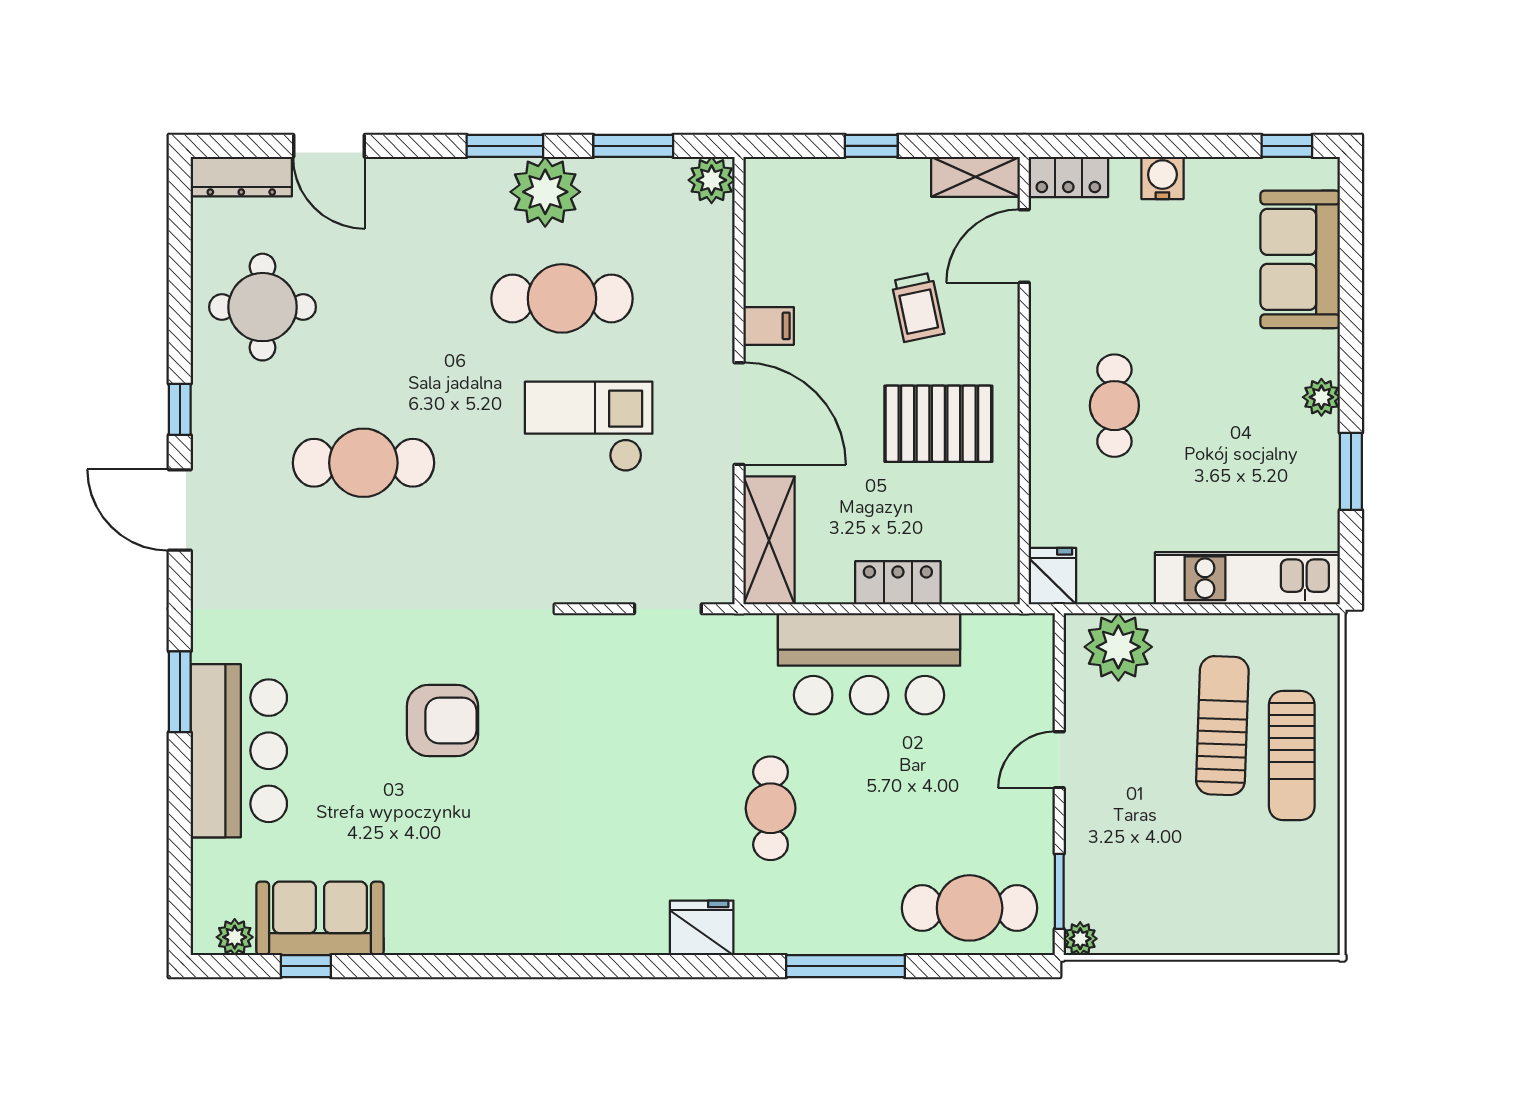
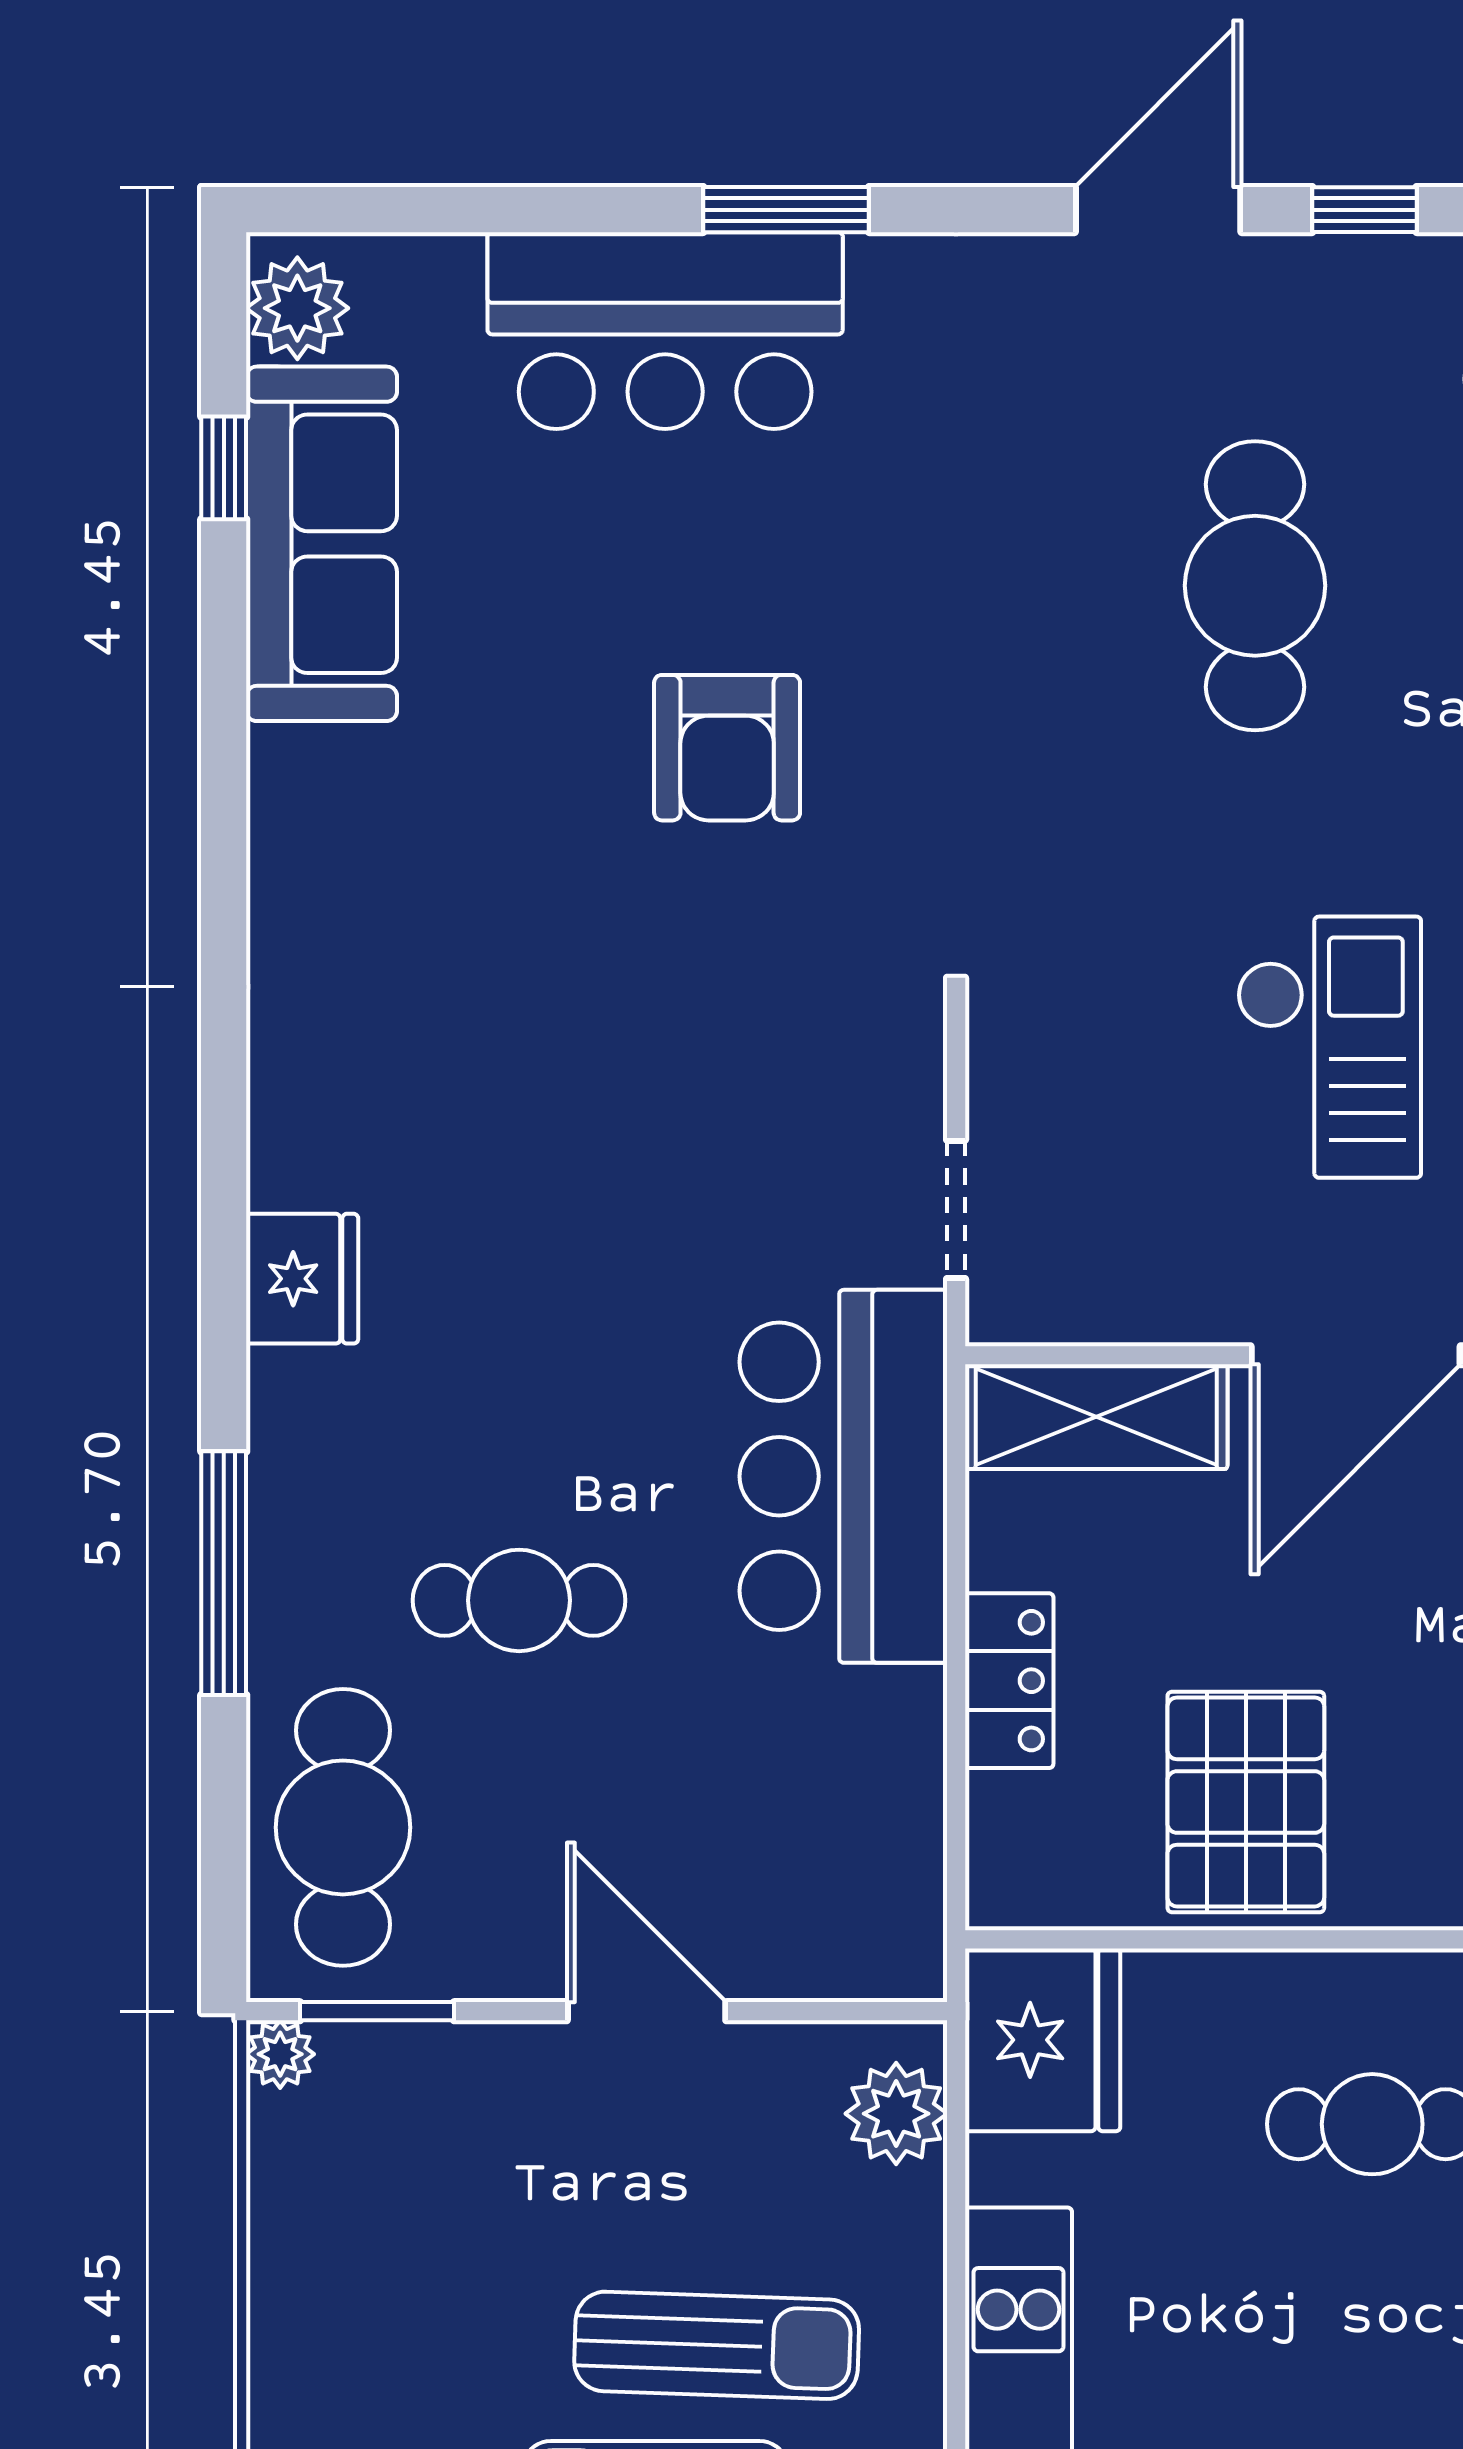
pallet: (938, 424) -> (1246, 1802), moved
fridge: (1052, 576) -> (1043, 2040), width x1.88, depth x1.34
plant: (1118, 647) -> (896, 2114), width x0.73, depth x0.73
bar counter: (869, 664) -> (843, 1476), moved
door: (1059, 760) -> (647, 2011), width x1.38
cafe table: (771, 808) -> (519, 1600), moved
sofa: (320, 918) -> (322, 544), width x1.36
plant: (235, 937) -> (297, 308), width x1.38, depth x1.38

